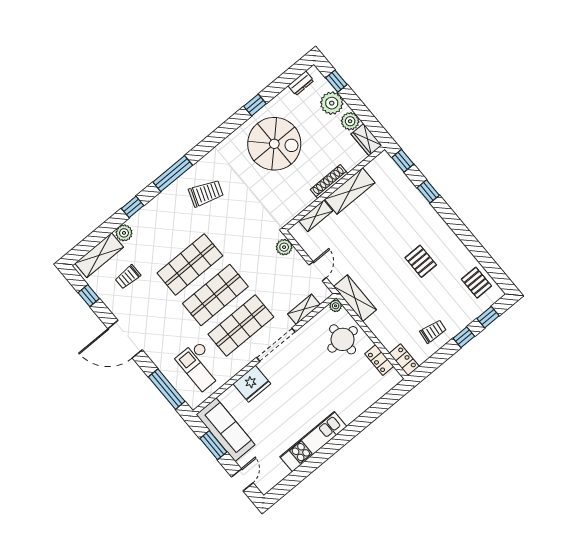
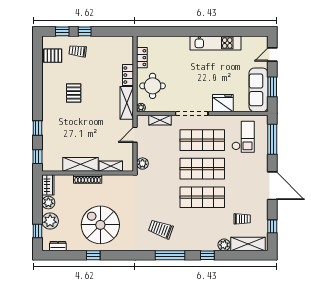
pallet: (476, 283) -> (53, 56), turned 90
trolley: (433, 331) -> (78, 51), moved
locker: (404, 360) -> (128, 75), moved

